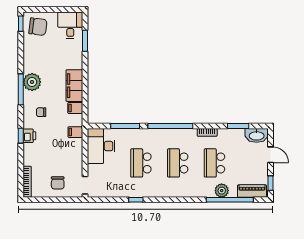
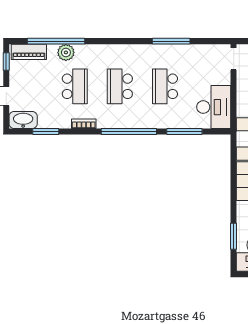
school desk: (141, 163) -> (165, 86), turned 180
school desk: (178, 163) -> (120, 86), turned 180
window: (136, 200) -> (171, 41), width x2.17

